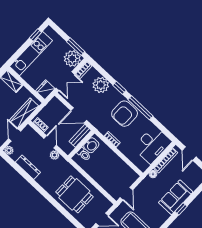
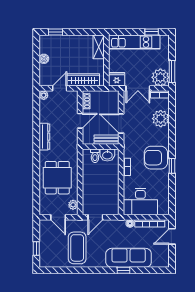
window: (119, 88) -> (172, 135), removed
window: (141, 108) -> (172, 166), width x0.46
desk: (152, 145) -> (140, 202), moved
plant: (54, 155) -> (73, 205), moved
dresser: (28, 167) -> (44, 137), moved
sofa: (176, 197) -> (129, 258), width x1.36

